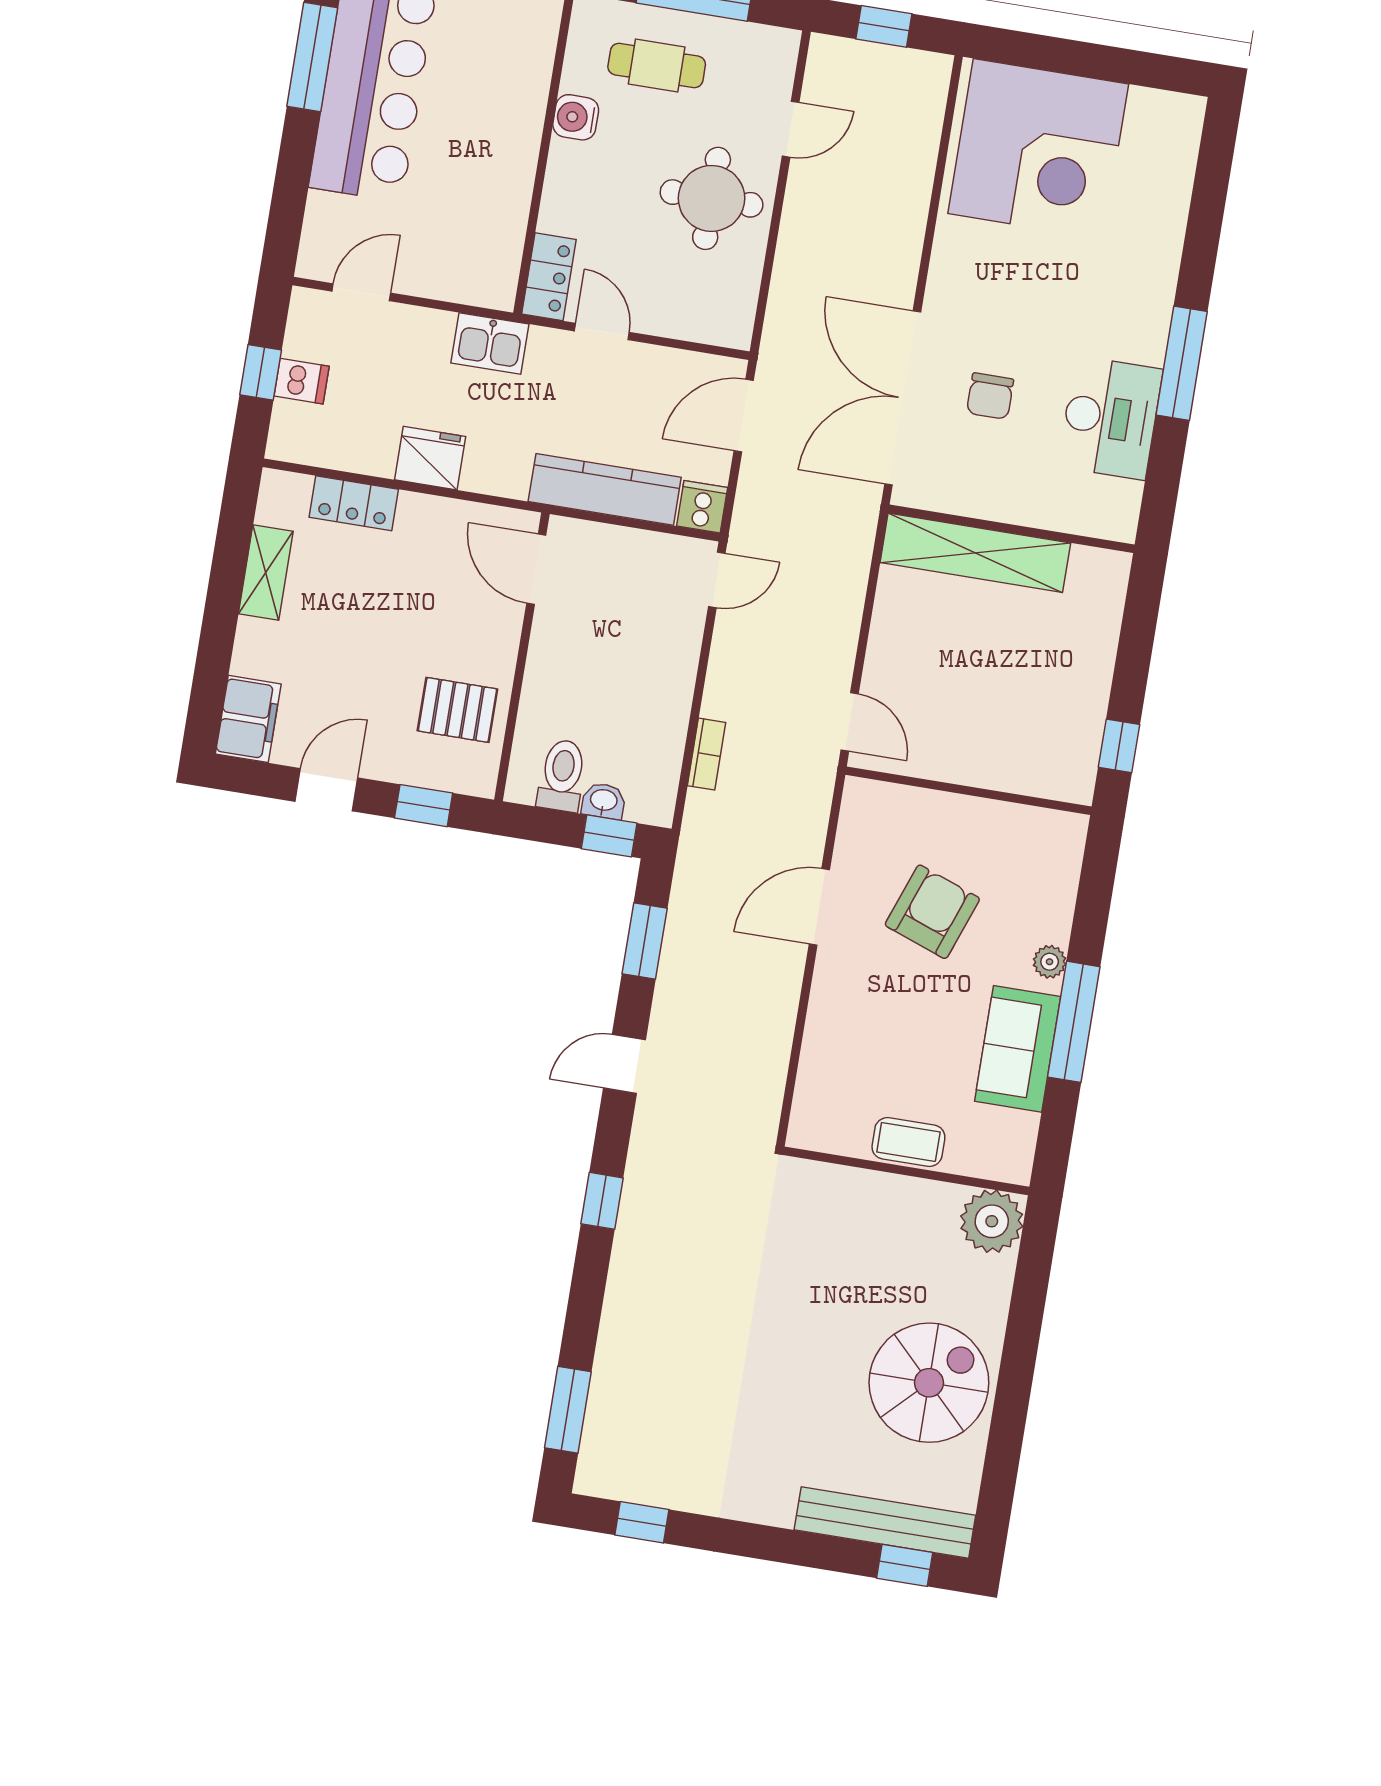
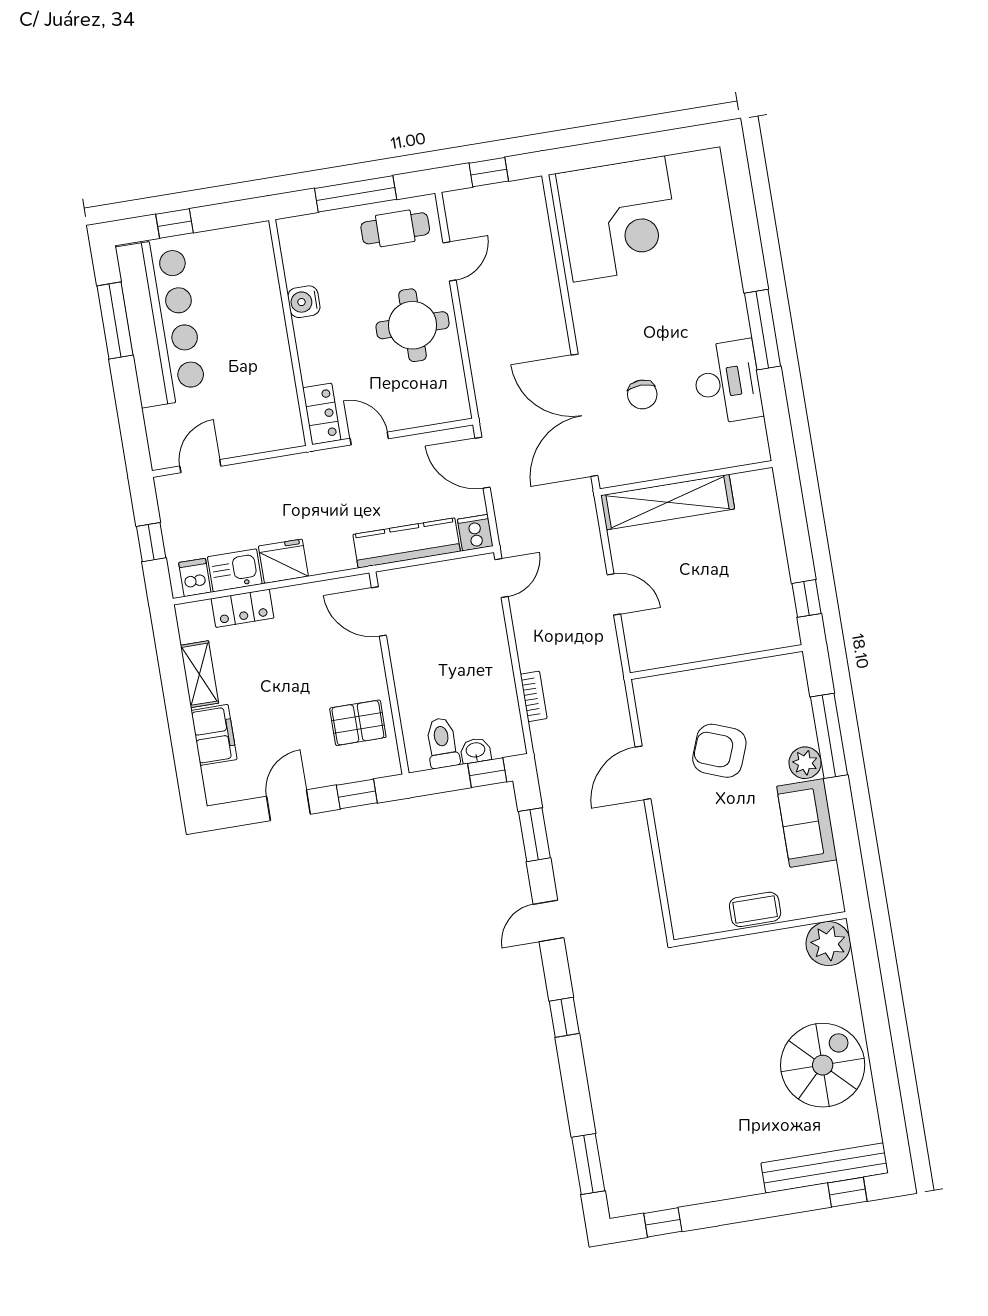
cafe table: (657, 65) -> (395, 228), moved
kitchen sink: (490, 343) -> (235, 570), moved, turned 180
dishwasher: (302, 381) -> (195, 577), moved, turned -90
door: (744, 416) -> (483, 463), hinge flipped
filing cabinet: (248, 719) -> (214, 735), moved
door: (850, 722) -> (614, 594), moved
armchair: (932, 912) -> (719, 751), turned -89
plant: (1050, 962) -> (805, 763), width x1.38, depth x1.38
window: (1074, 1022) -> (829, 736), moved

